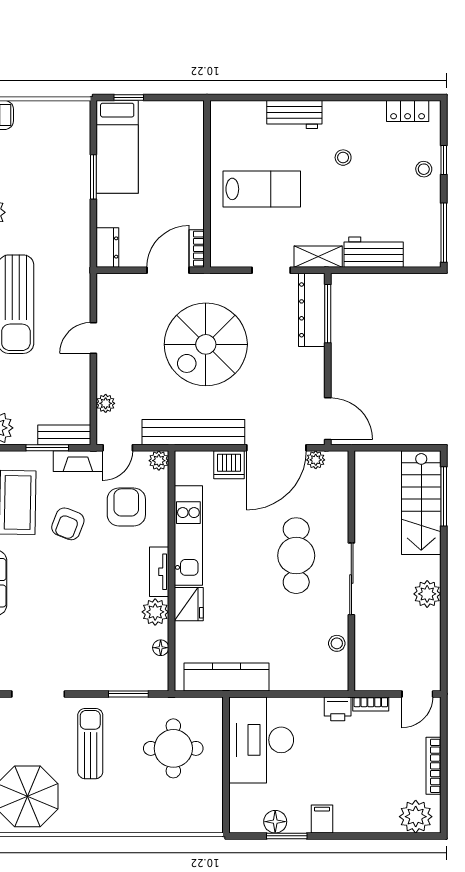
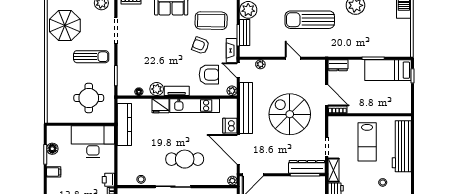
workbench: (294, 115) -> (402, 146), width x1.88, depth x1.32
bench: (64, 435) -> (245, 32), moved
plant: (316, 460) -> (232, 181), moved

